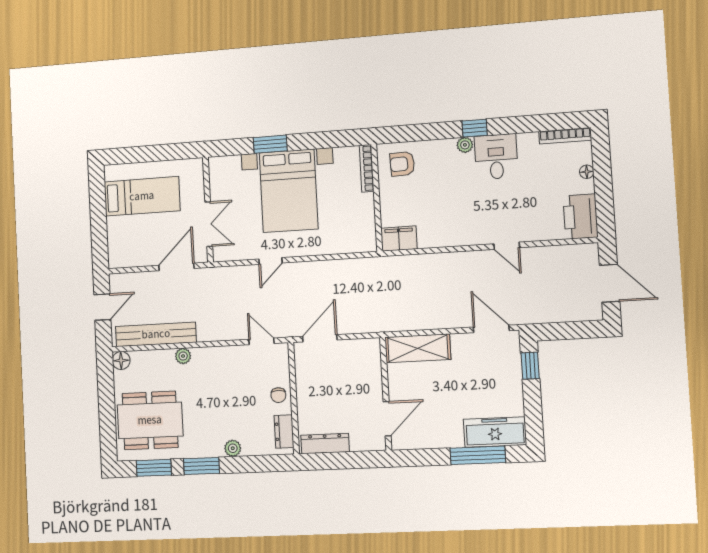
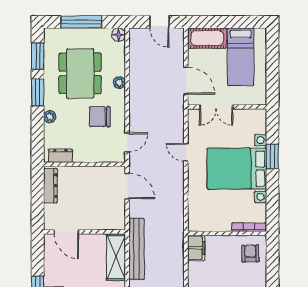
cot: (120, 242) -> (207, 38), added
bench: (156, 334) -> (136, 249), moved
chair: (278, 395) -> (100, 117), moved, width x1.87, depth x1.87
window: (107, 411) -> (81, 22), added
dining table: (150, 420) -> (80, 73), moved

